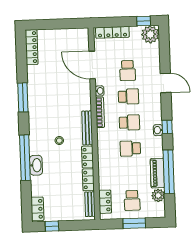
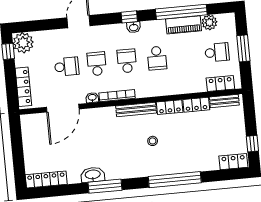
washbasin: (36, 165) -> (93, 175), moved

